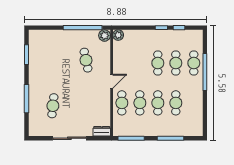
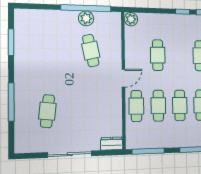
plant: (105, 36) -> (86, 18), moved
cafe table: (158, 63) -> (158, 55), moved

